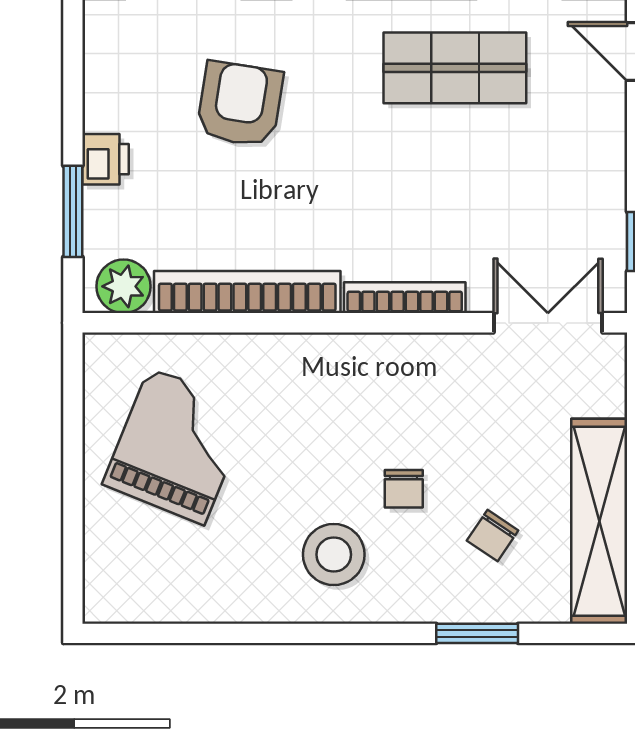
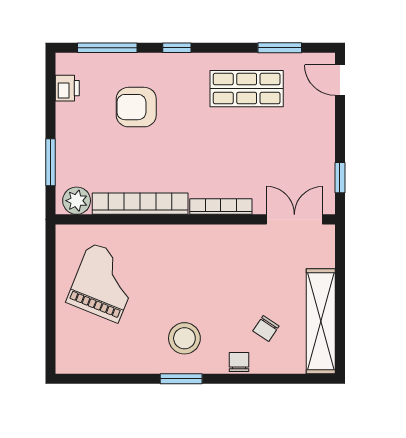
armchair: (240, 104) -> (136, 107), turned -99
printer: (105, 159) -> (67, 88), moved
chair: (404, 489) -> (239, 362), moved, turned 180
window: (477, 633) -> (181, 379), moved

